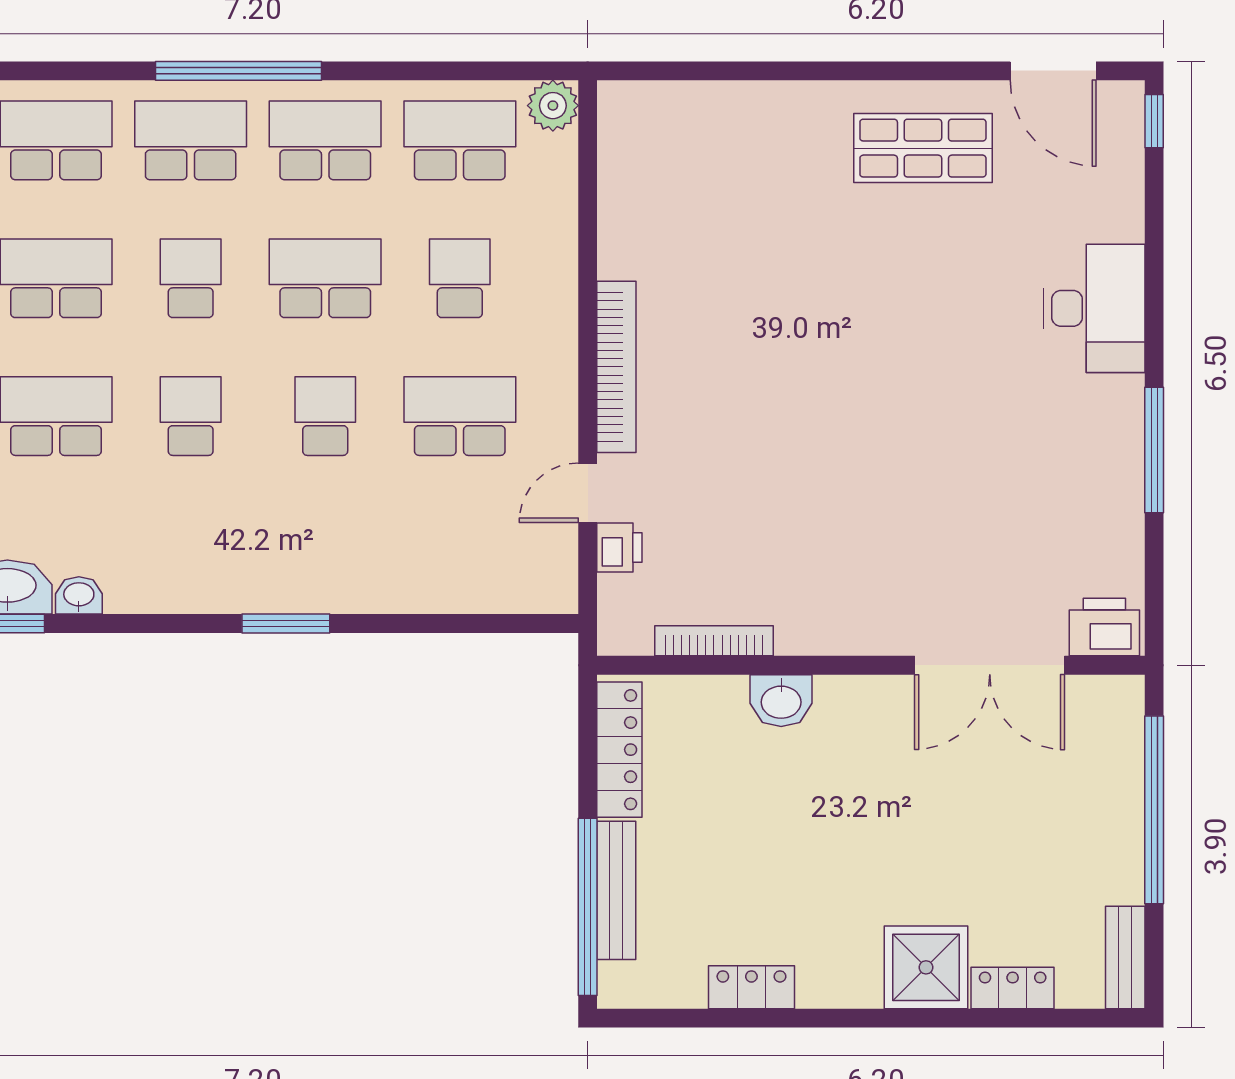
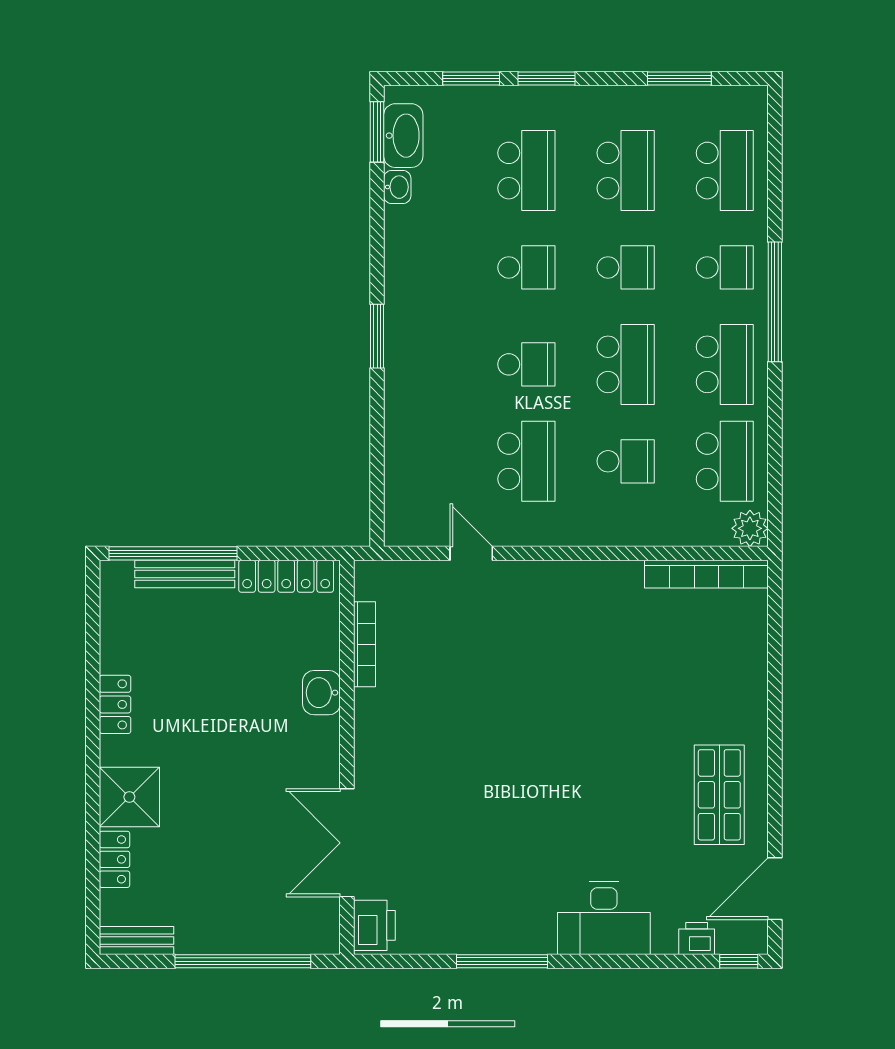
school desk: (191, 140) -> (725, 267), width x0.54
bookcase: (616, 367) -> (706, 574), moved
printer: (619, 547) -> (697, 938), moved, turned 180
locker: (751, 987) -> (115, 704), moved

